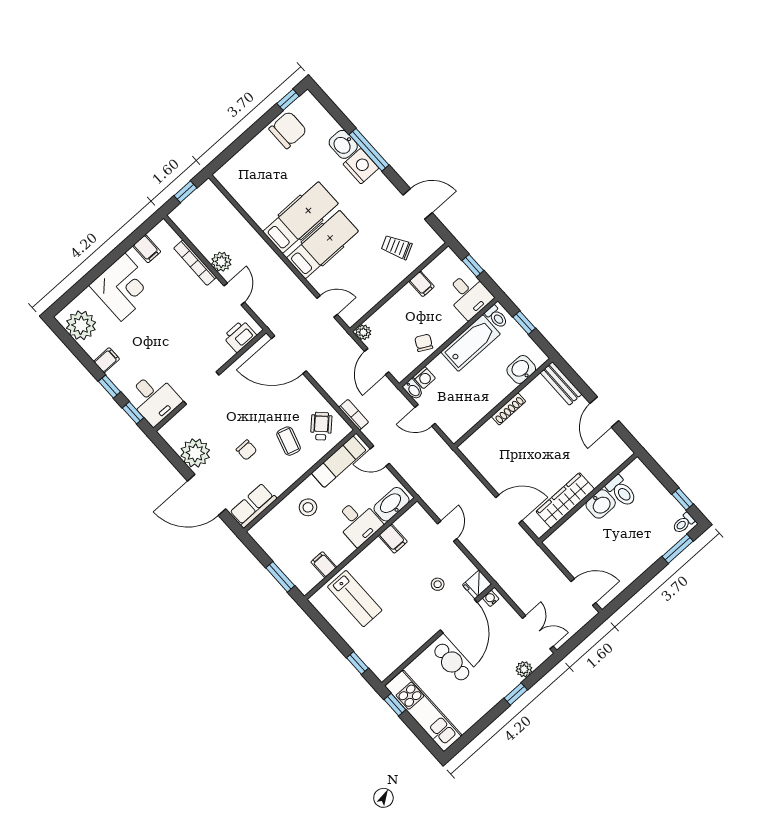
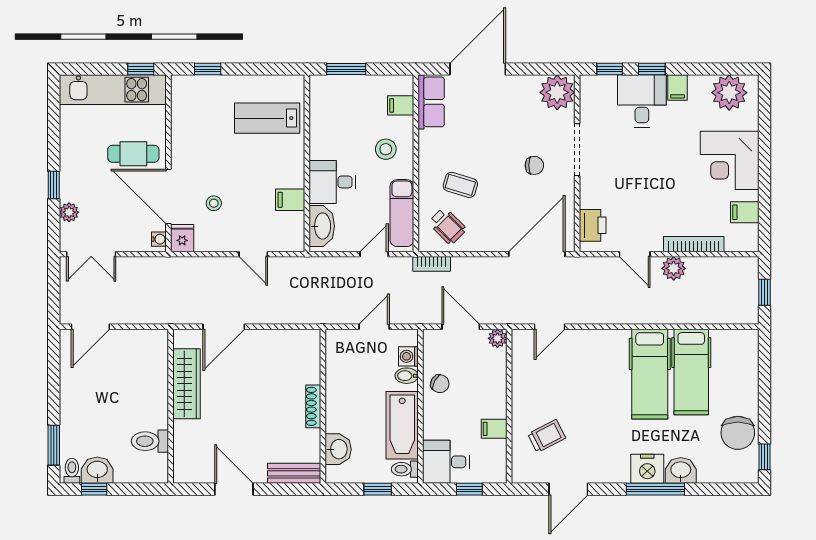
hospital bed: (322, 245) -> (691, 372), moved
bidet: (413, 390) -> (407, 376), moved
desk: (154, 399) -> (642, 101), moved, turned 90
chair: (247, 450) -> (534, 165), moved, turned 180
plant: (195, 453) -> (557, 92), moved
washbasin: (601, 504) -> (97, 470), moved, turned 90
filing cabinet: (324, 565) -> (401, 105), moved, turned 180

